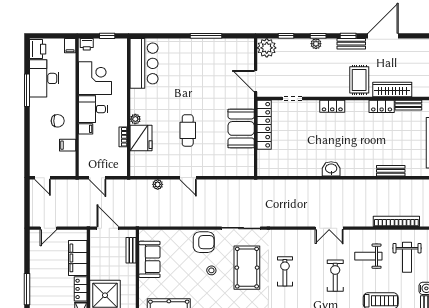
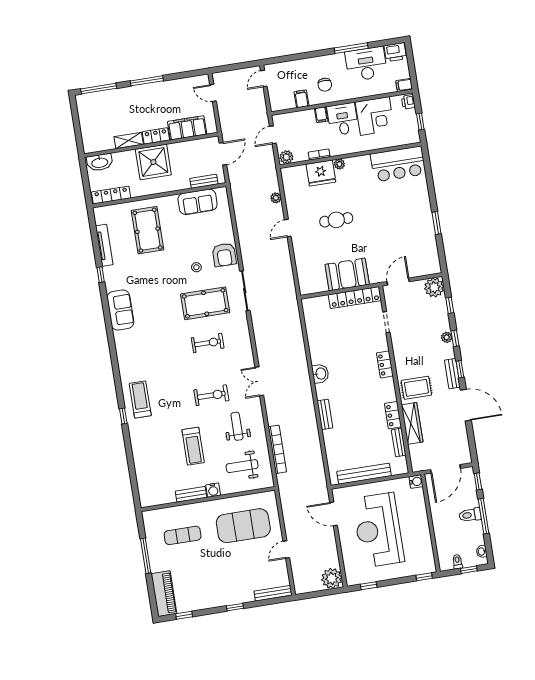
window: (206, 36) -> (437, 223), width x0.69
plant: (121, 168) -> (286, 157), added
bench: (391, 171) -> (325, 414), moved

